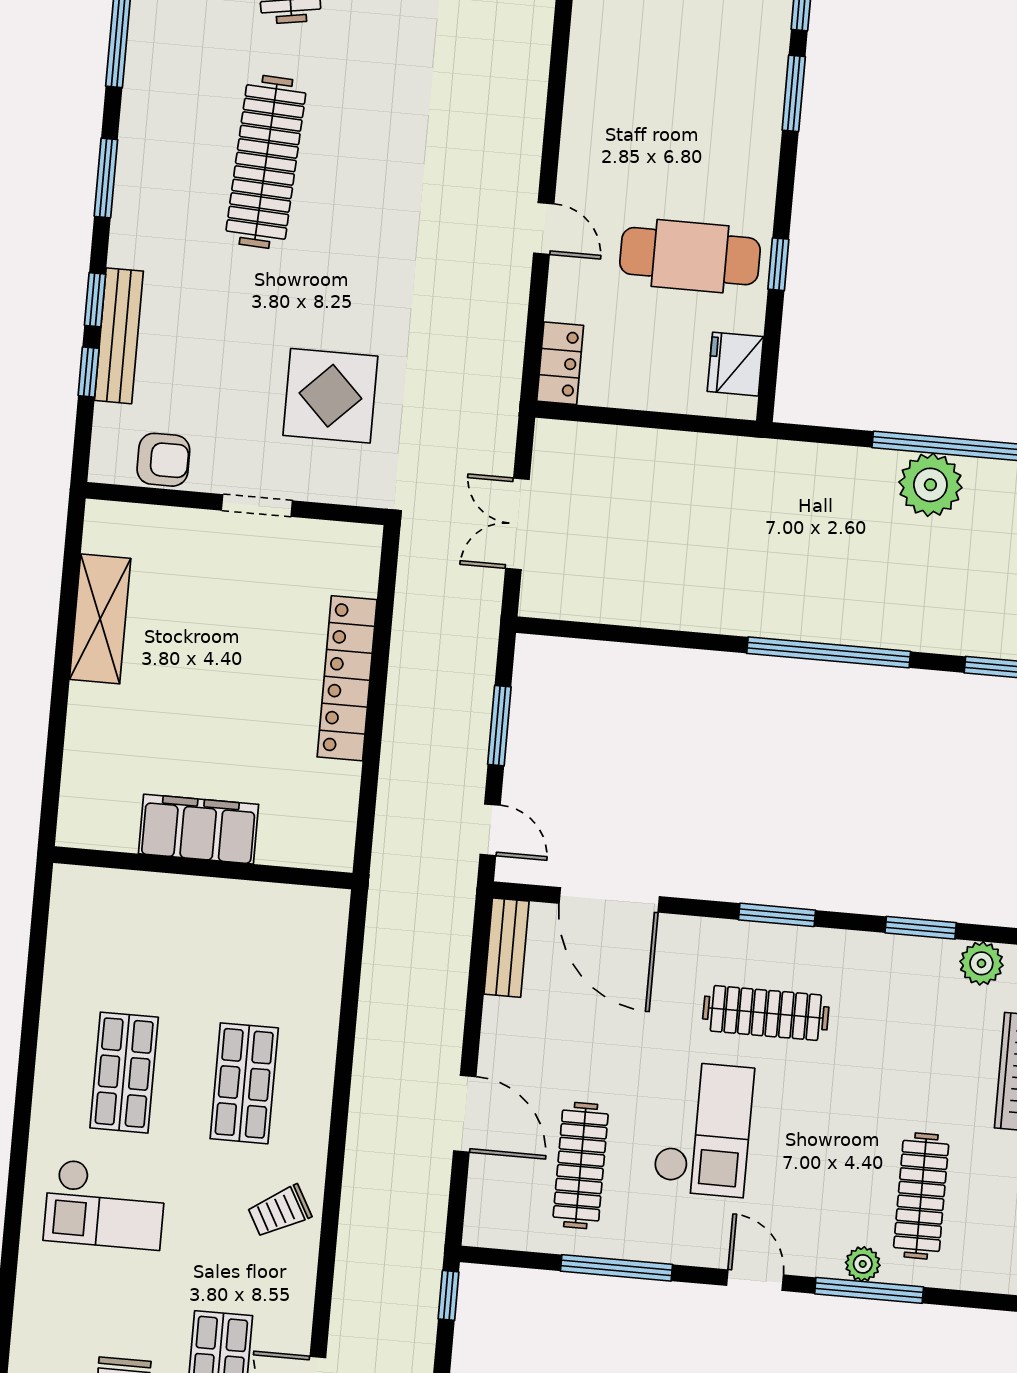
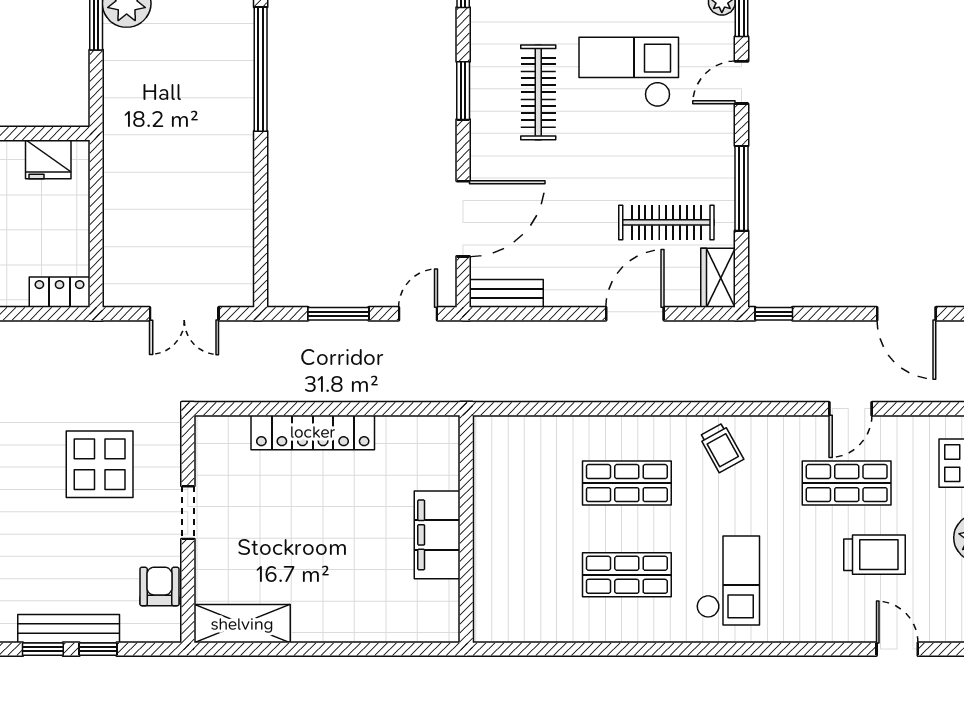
shelving: (100, 619) -> (242, 624), moved
checkout: (703, 1129) -> (629, 72), moved
wardrobe: (502, 1227) -> (718, 278), added

